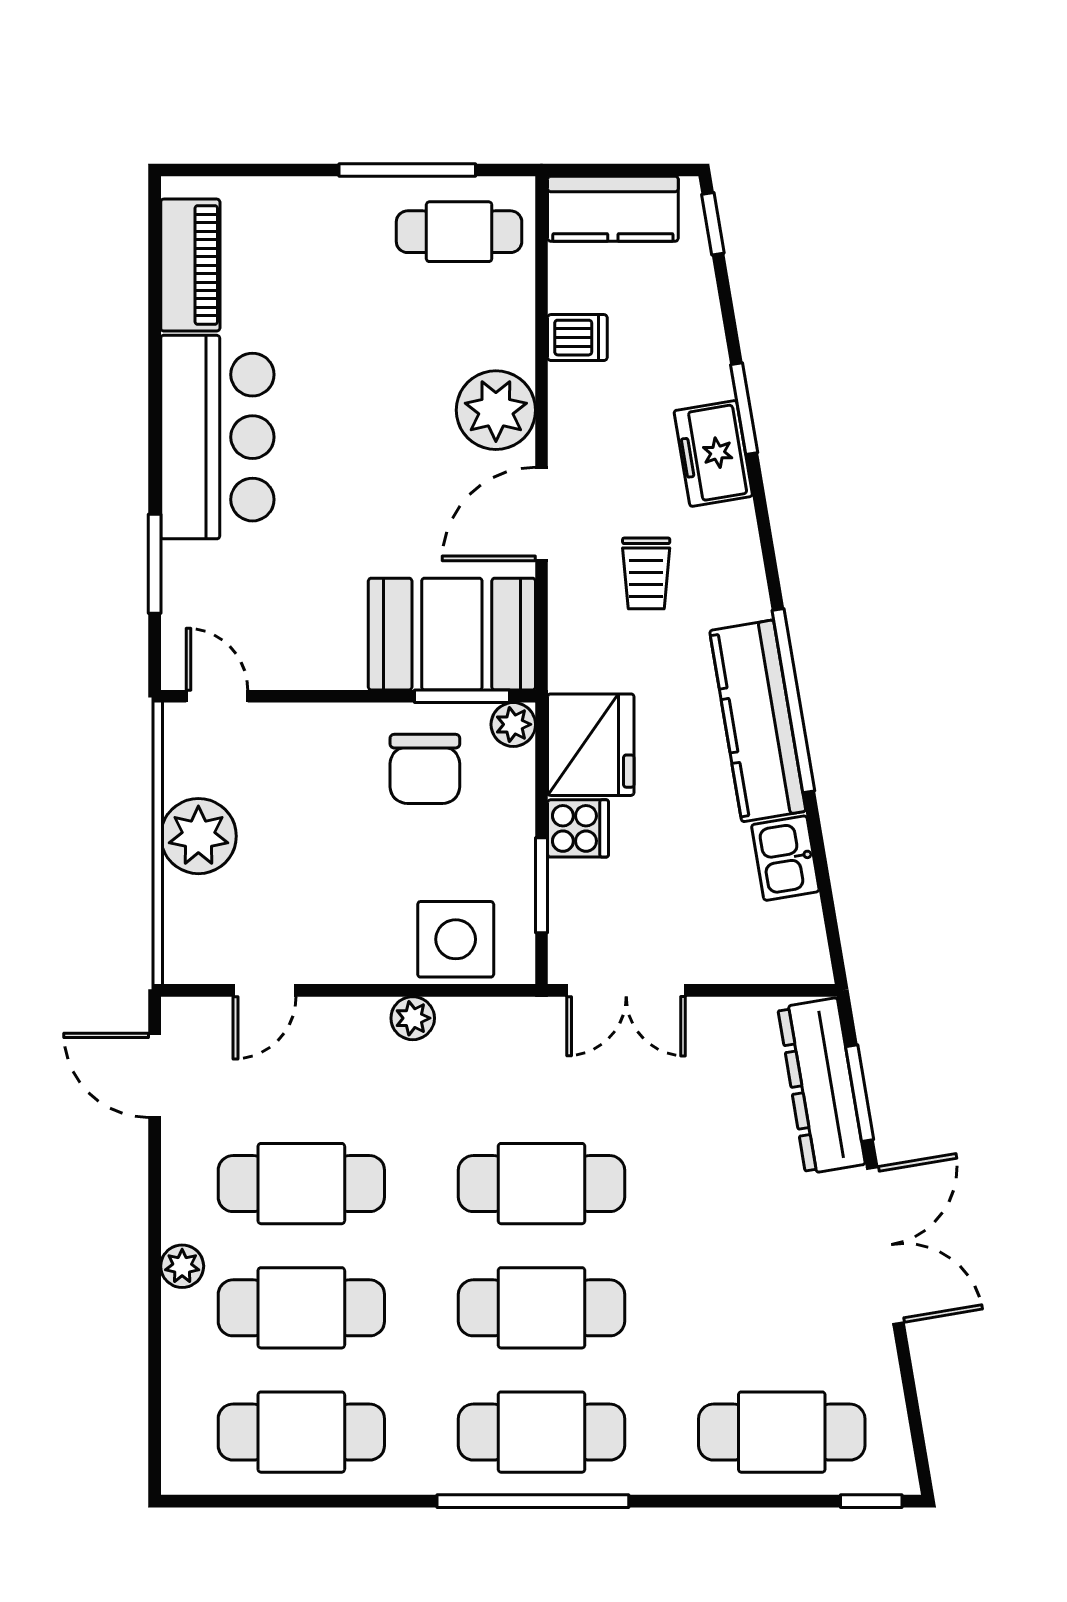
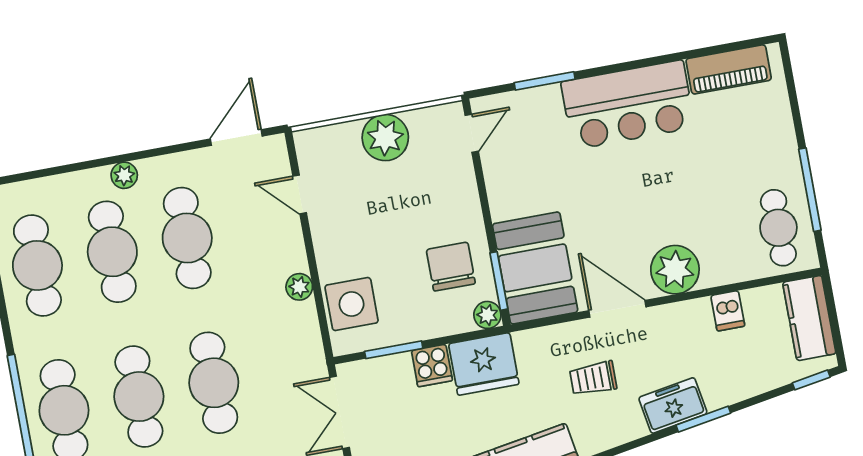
chair: (425, 769) -> (451, 267), turned 90

